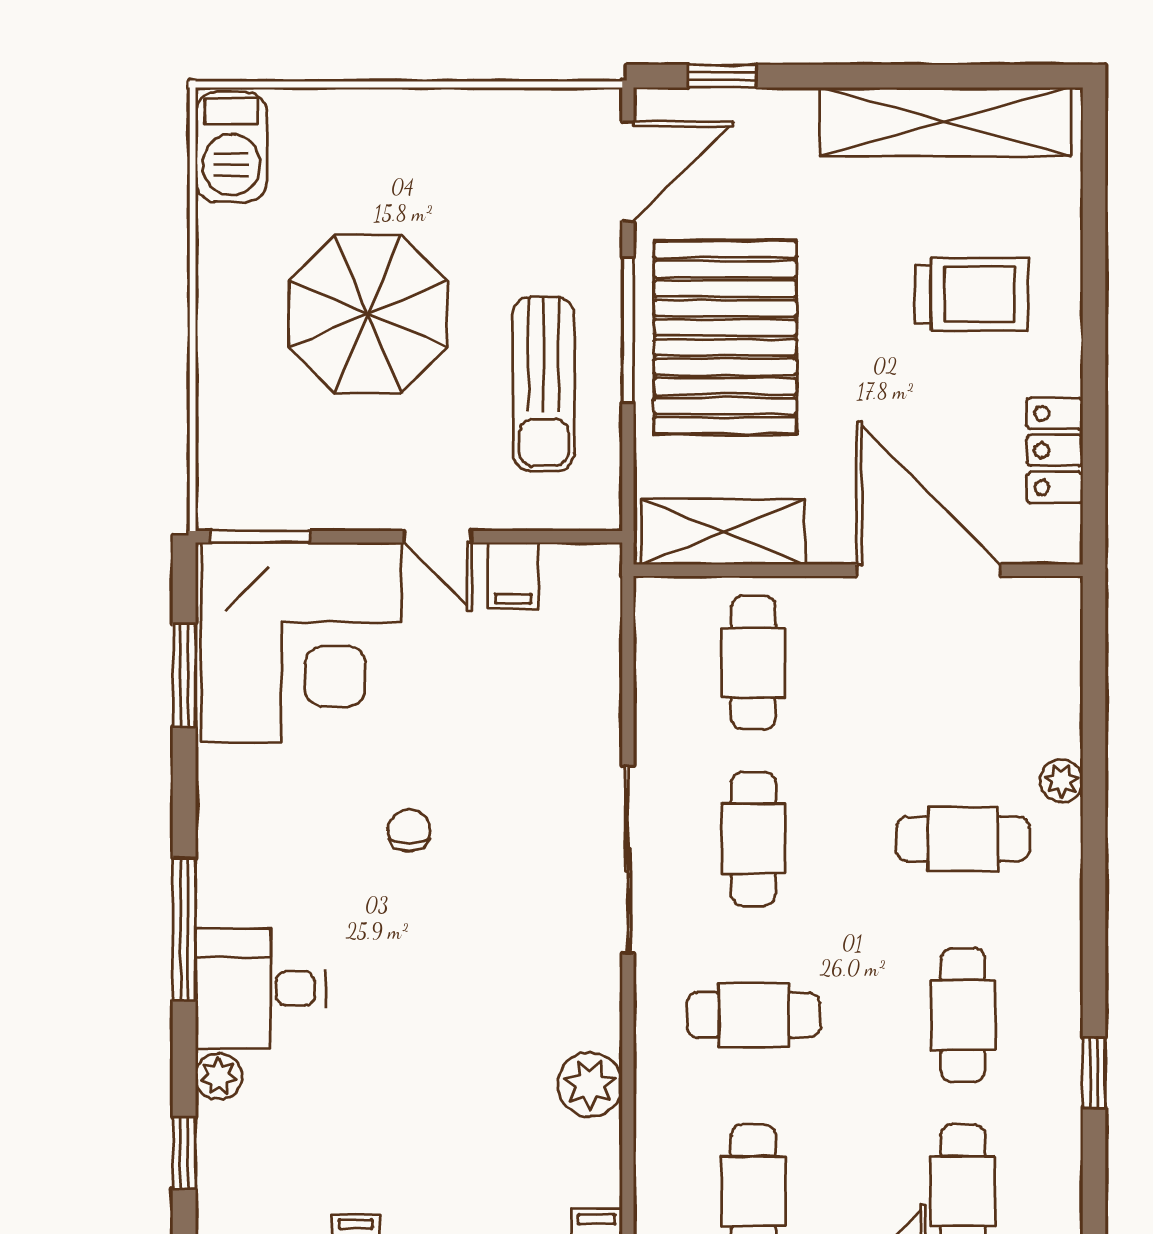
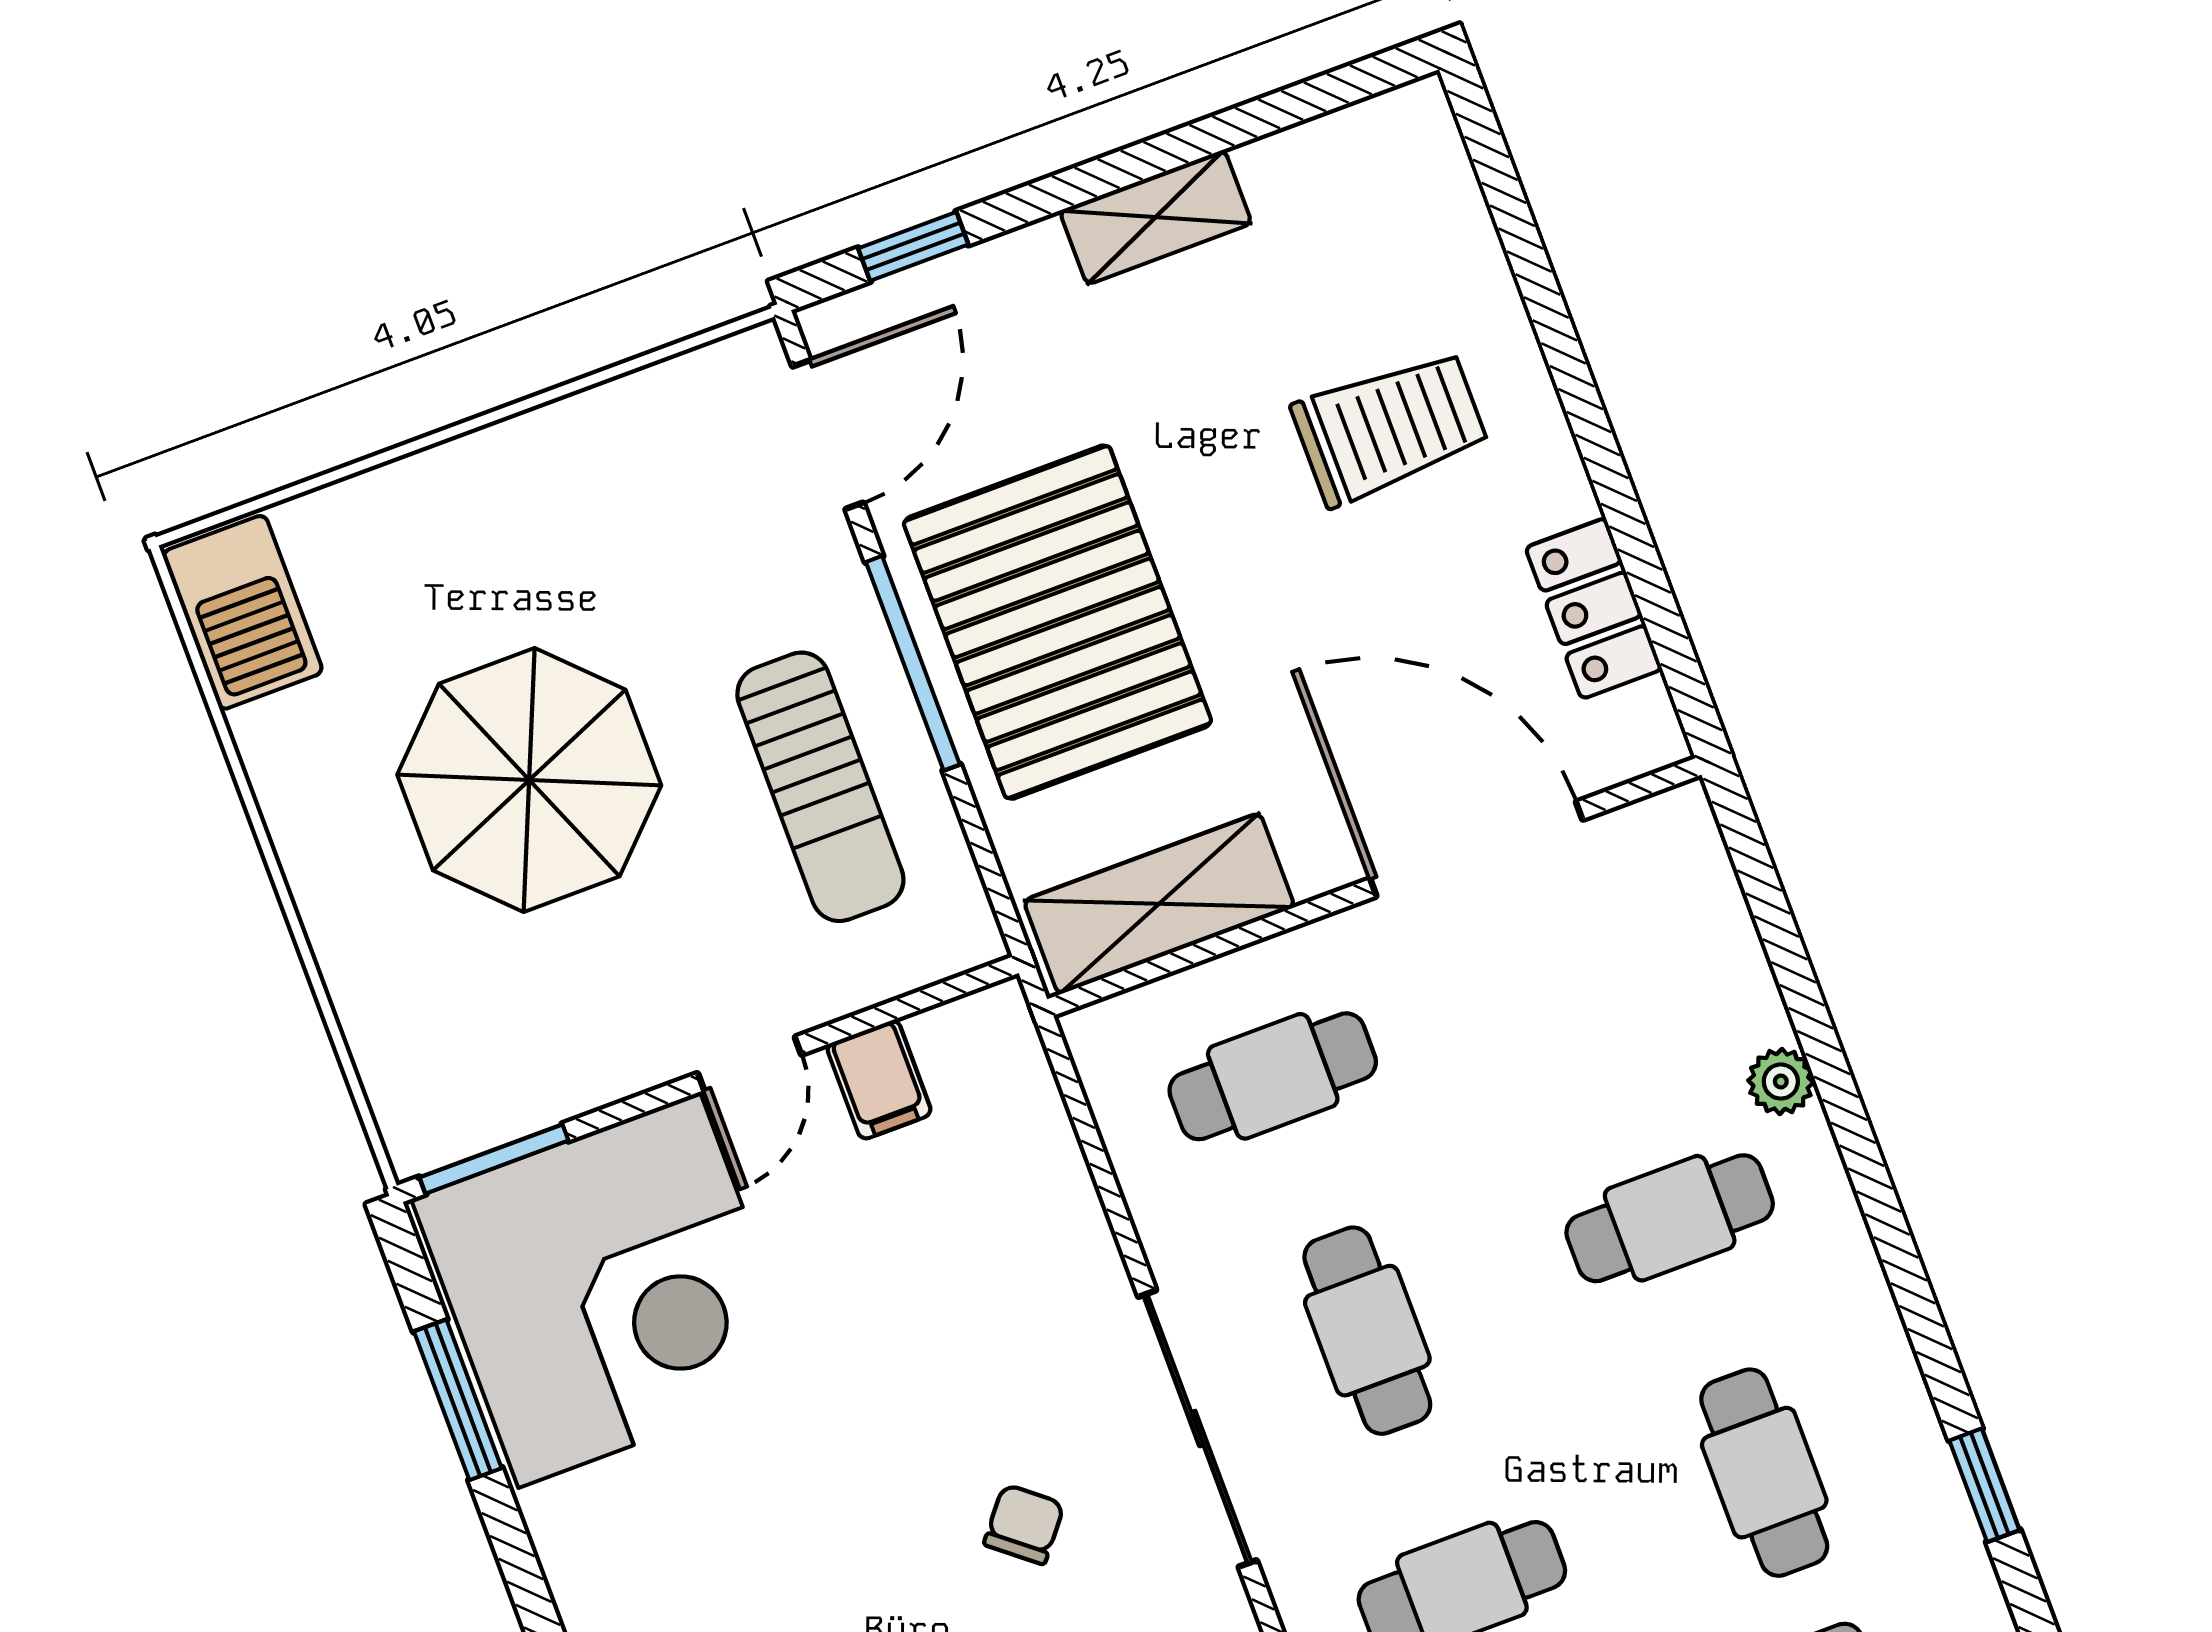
shelving: (945, 122) -> (1156, 217), width x0.45, depth x0.75
door: (438, 537) -> (749, 1064), hinge flipped
cafe table: (753, 663) -> (1273, 1076), turned 90
chair: (409, 830) -> (1024, 1524), moved, turned 39

